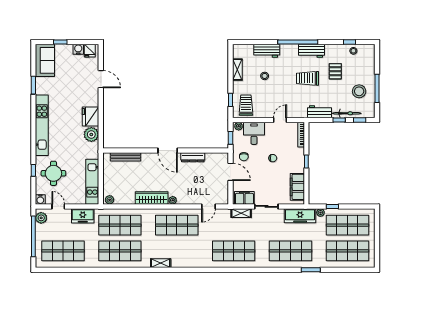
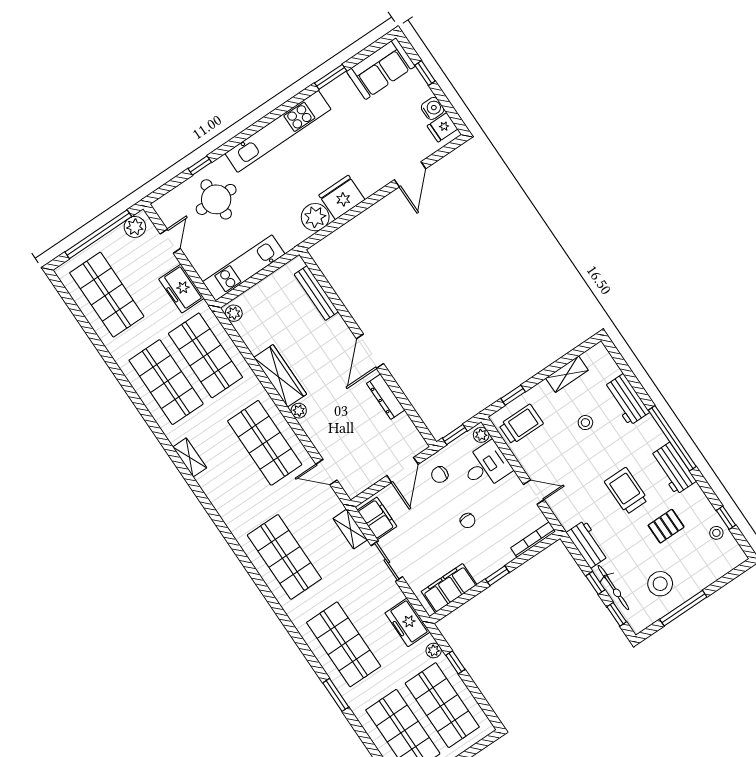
water cooler: (40, 199) -> (162, 206), removed
freezer: (300, 216) -> (407, 622), width x0.71

